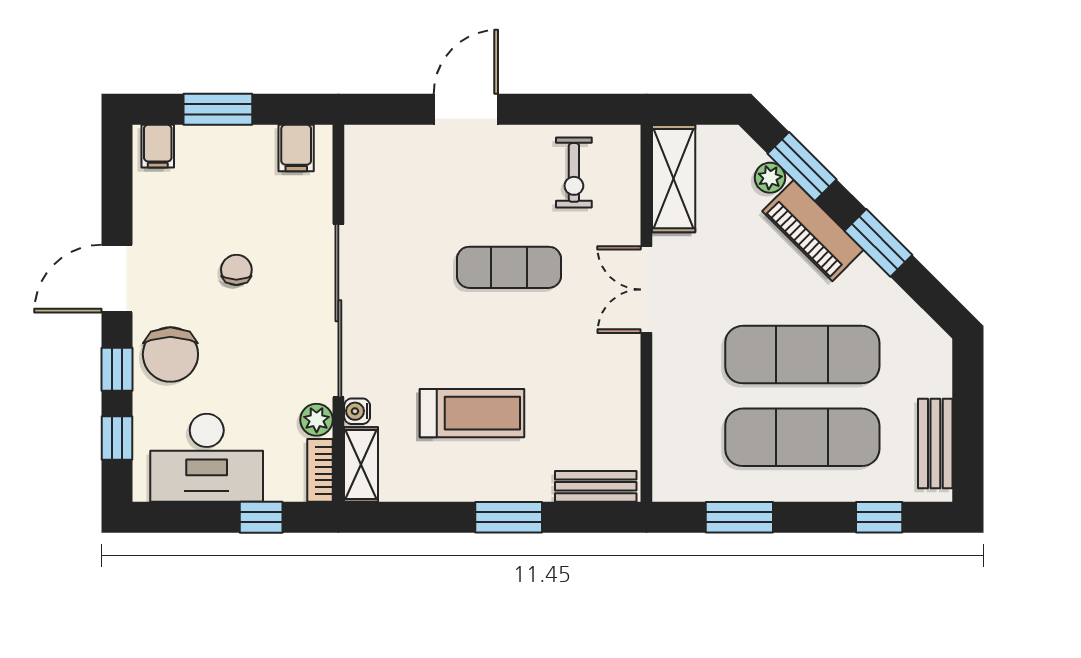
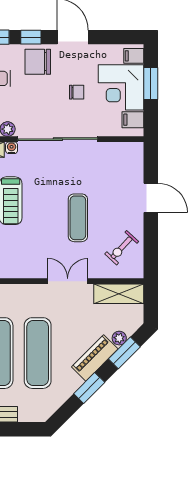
exercise bike: (574, 172) -> (122, 248), turned -47
corner desk: (226, 174) -> (121, 87), added

